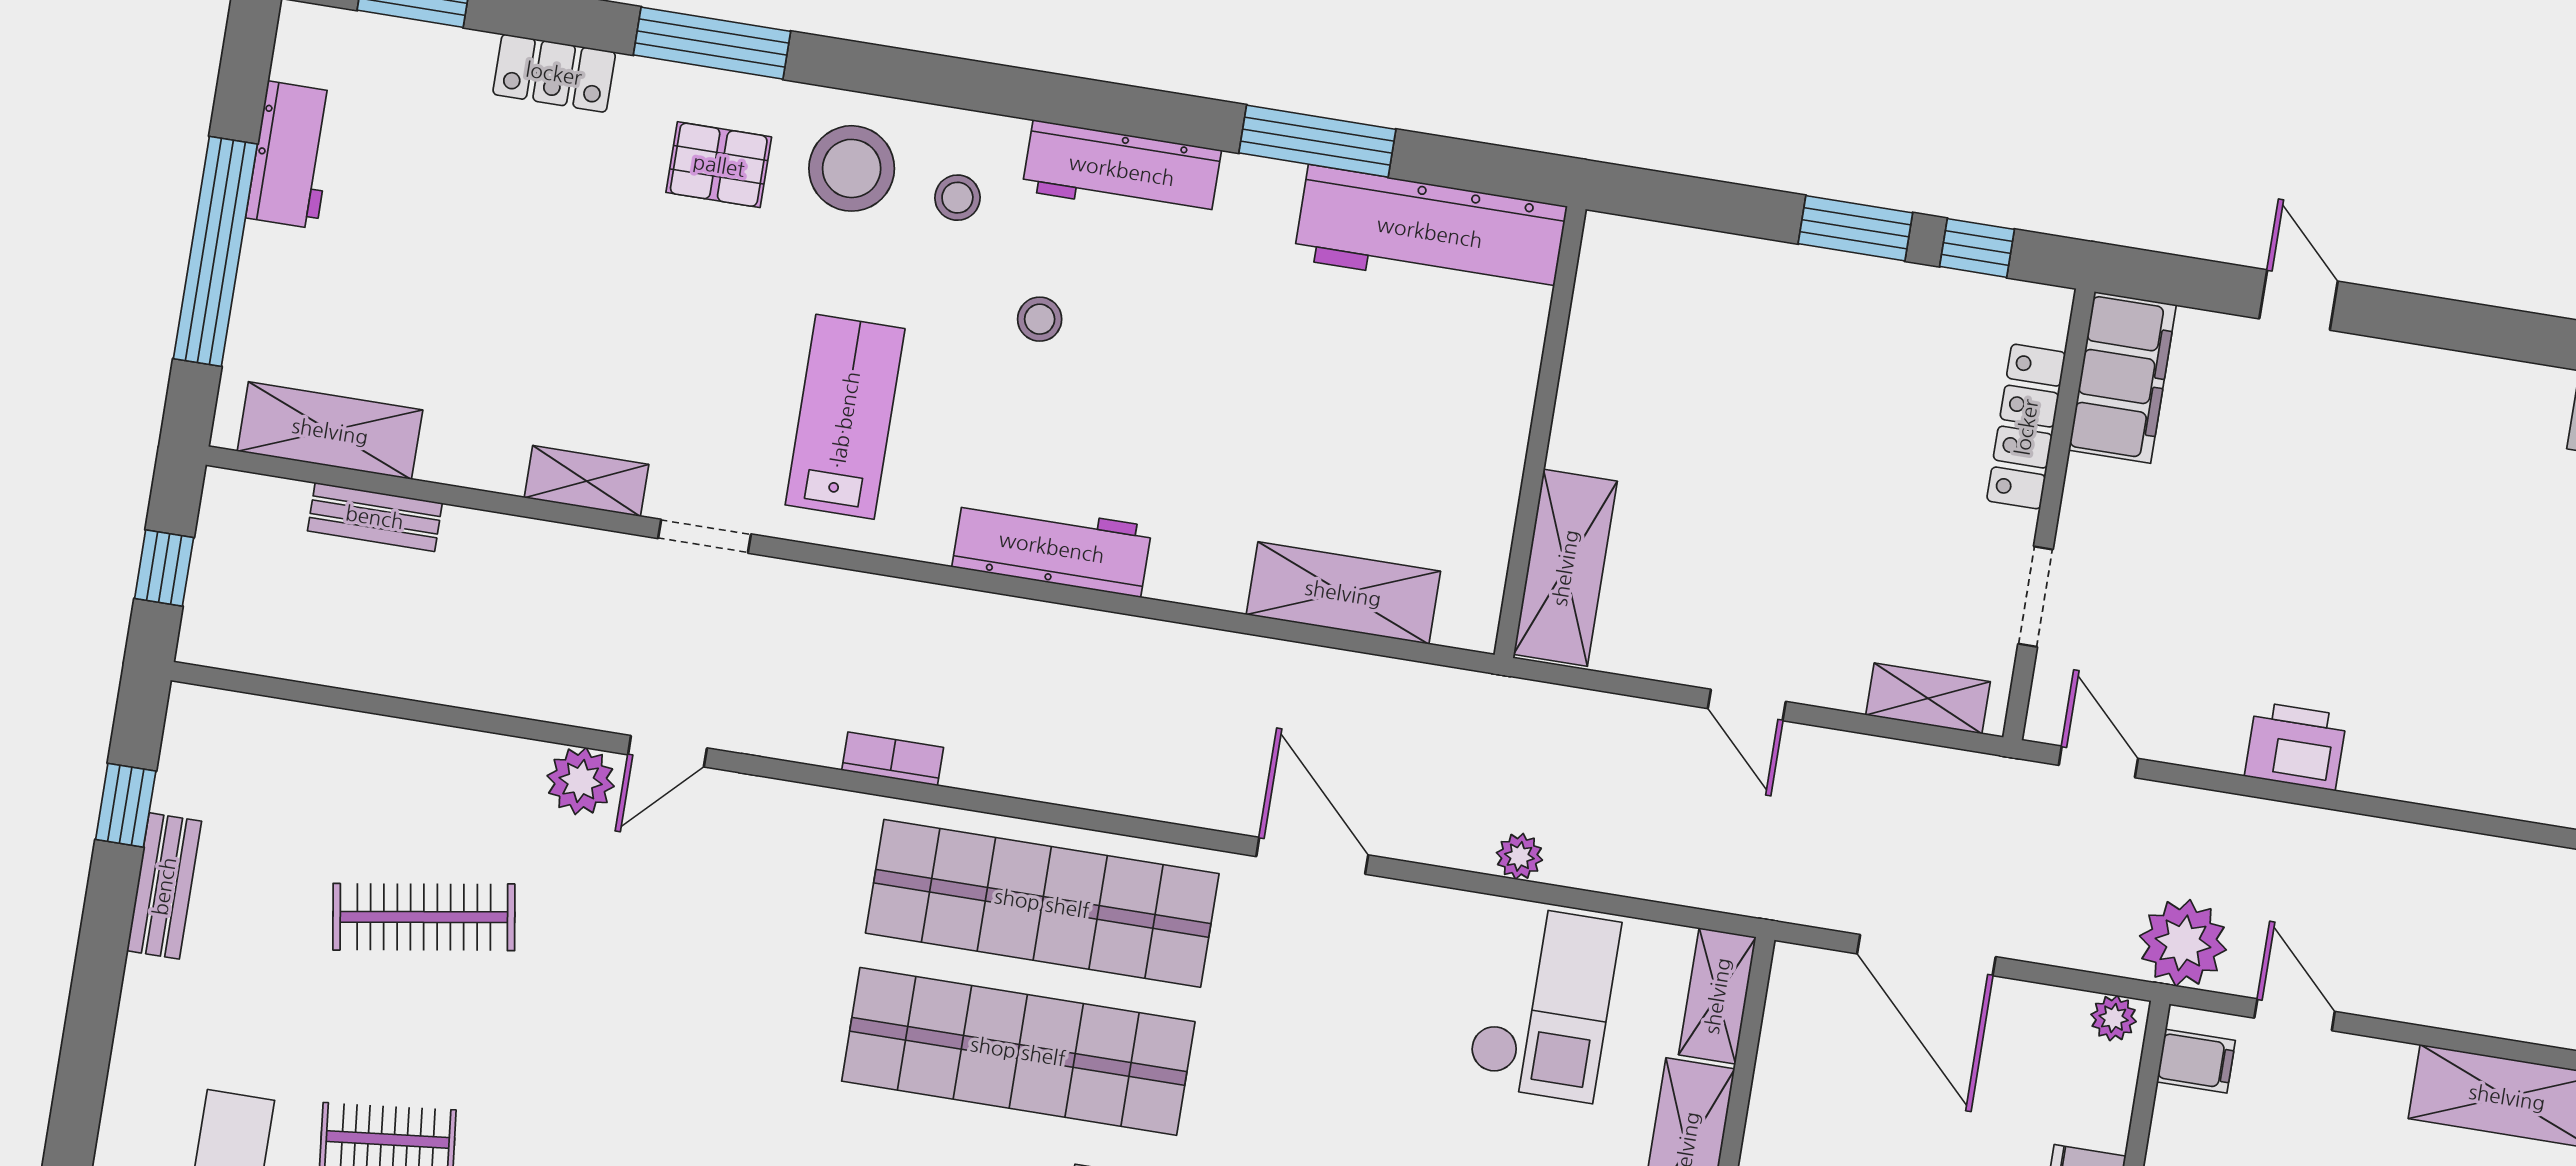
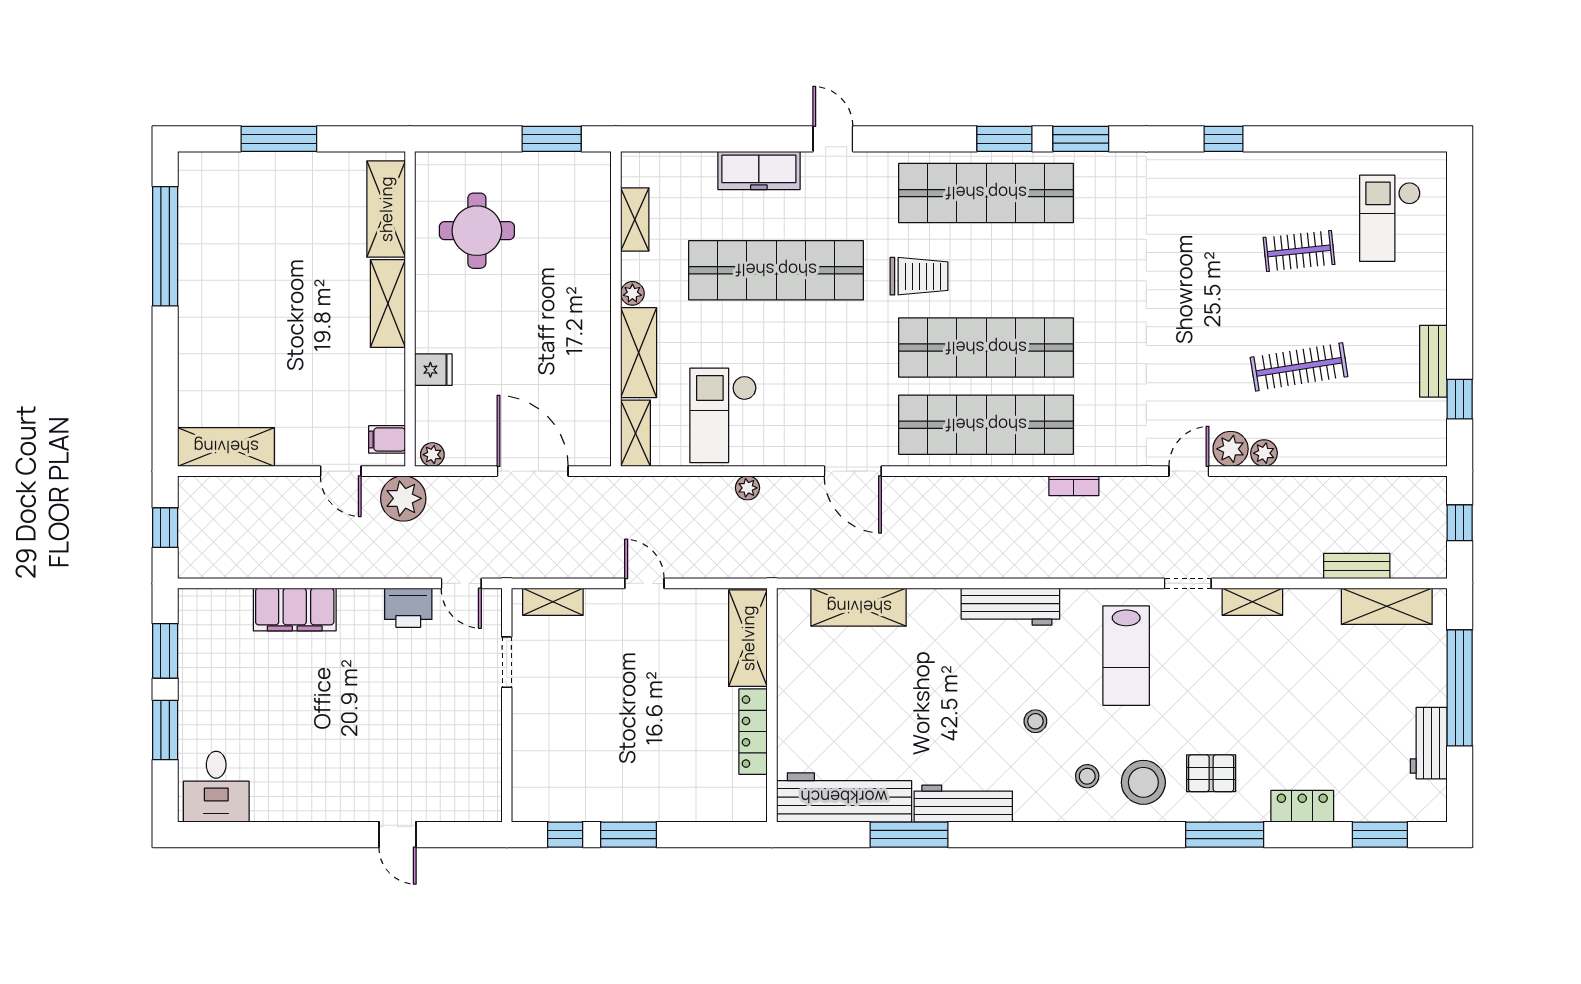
workbench: (1122, 170) -> (963, 804), moved
filing cabinet: (2122, 377) -> (295, 610), moved, turned -90
locker: (2026, 427) -> (753, 732), moved, turned 180
printer: (2296, 746) -> (408, 608), moved
plant: (518, 763) -> (1264, 453), added

